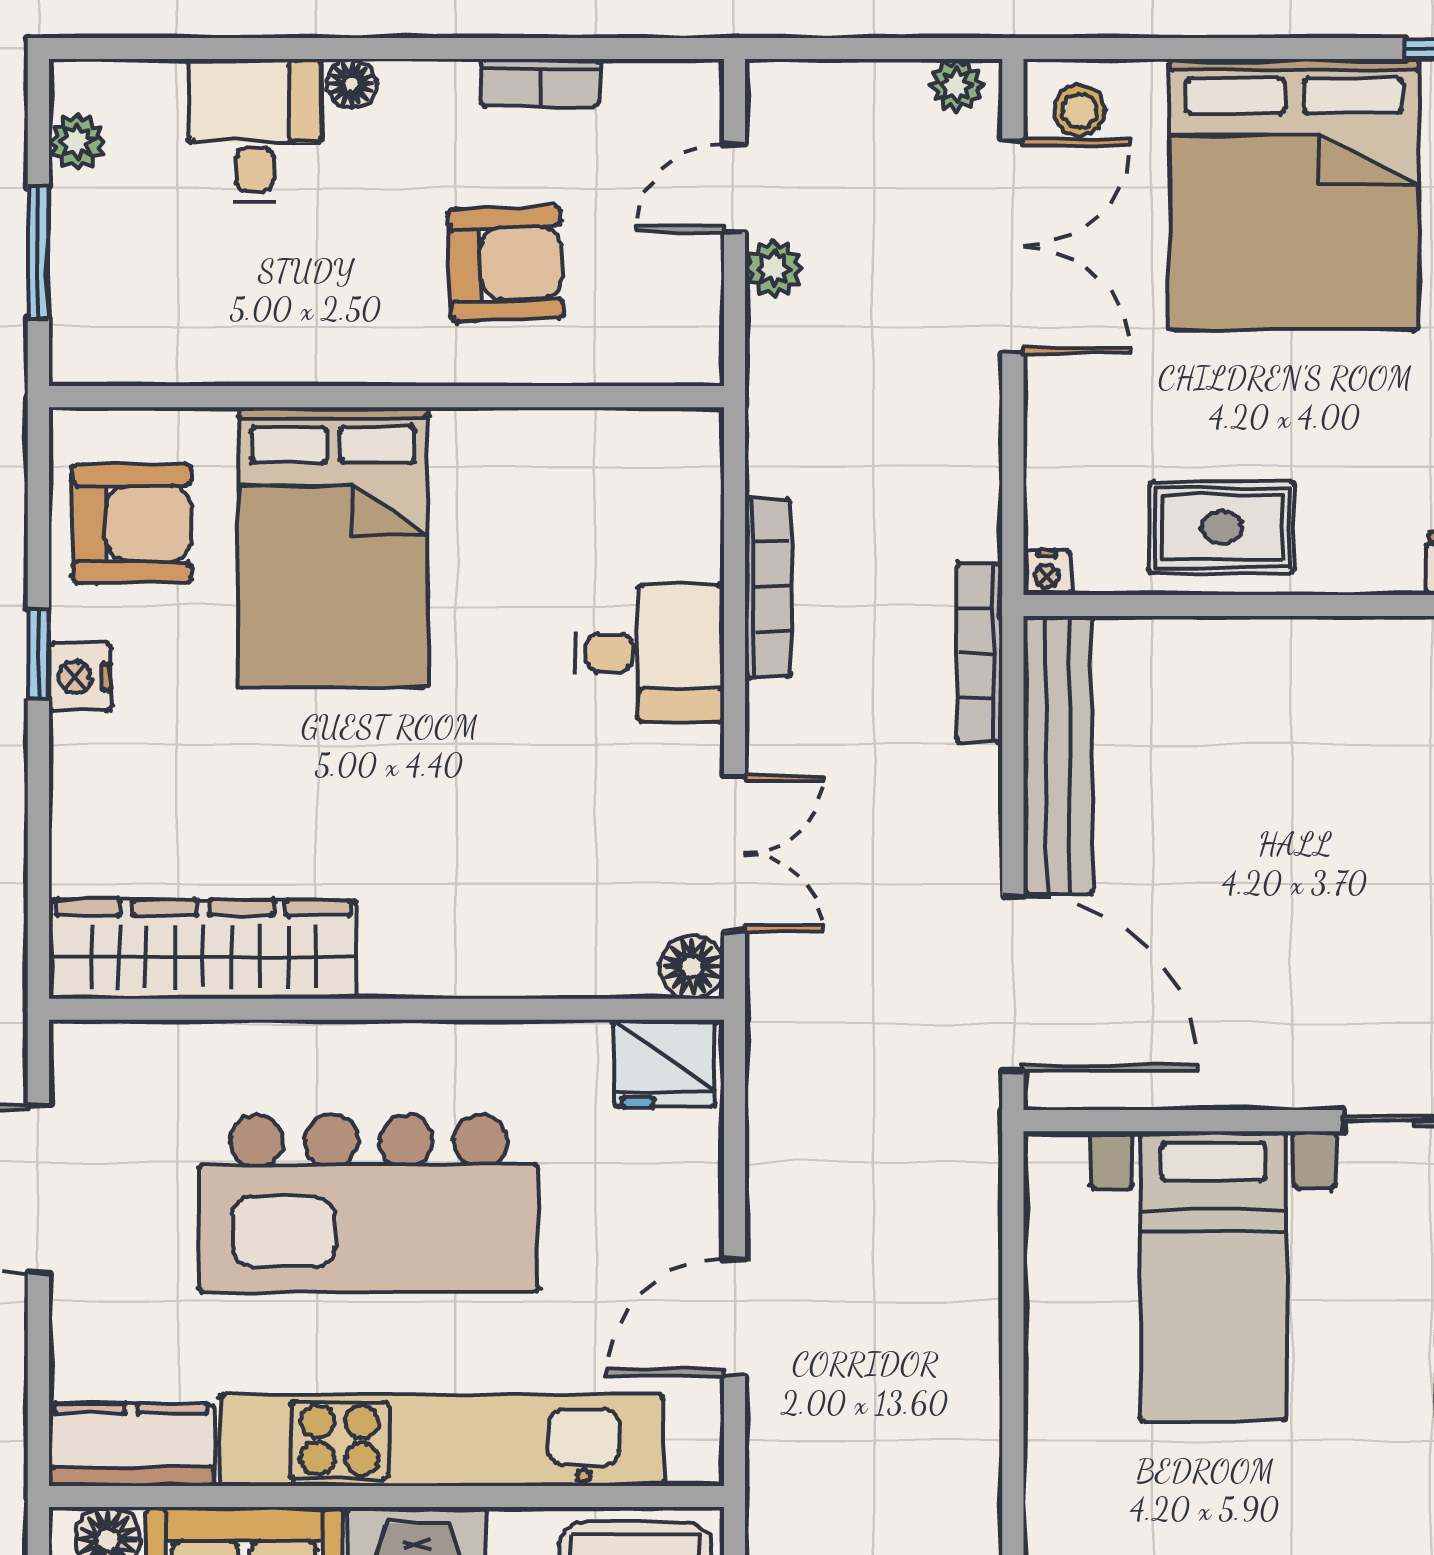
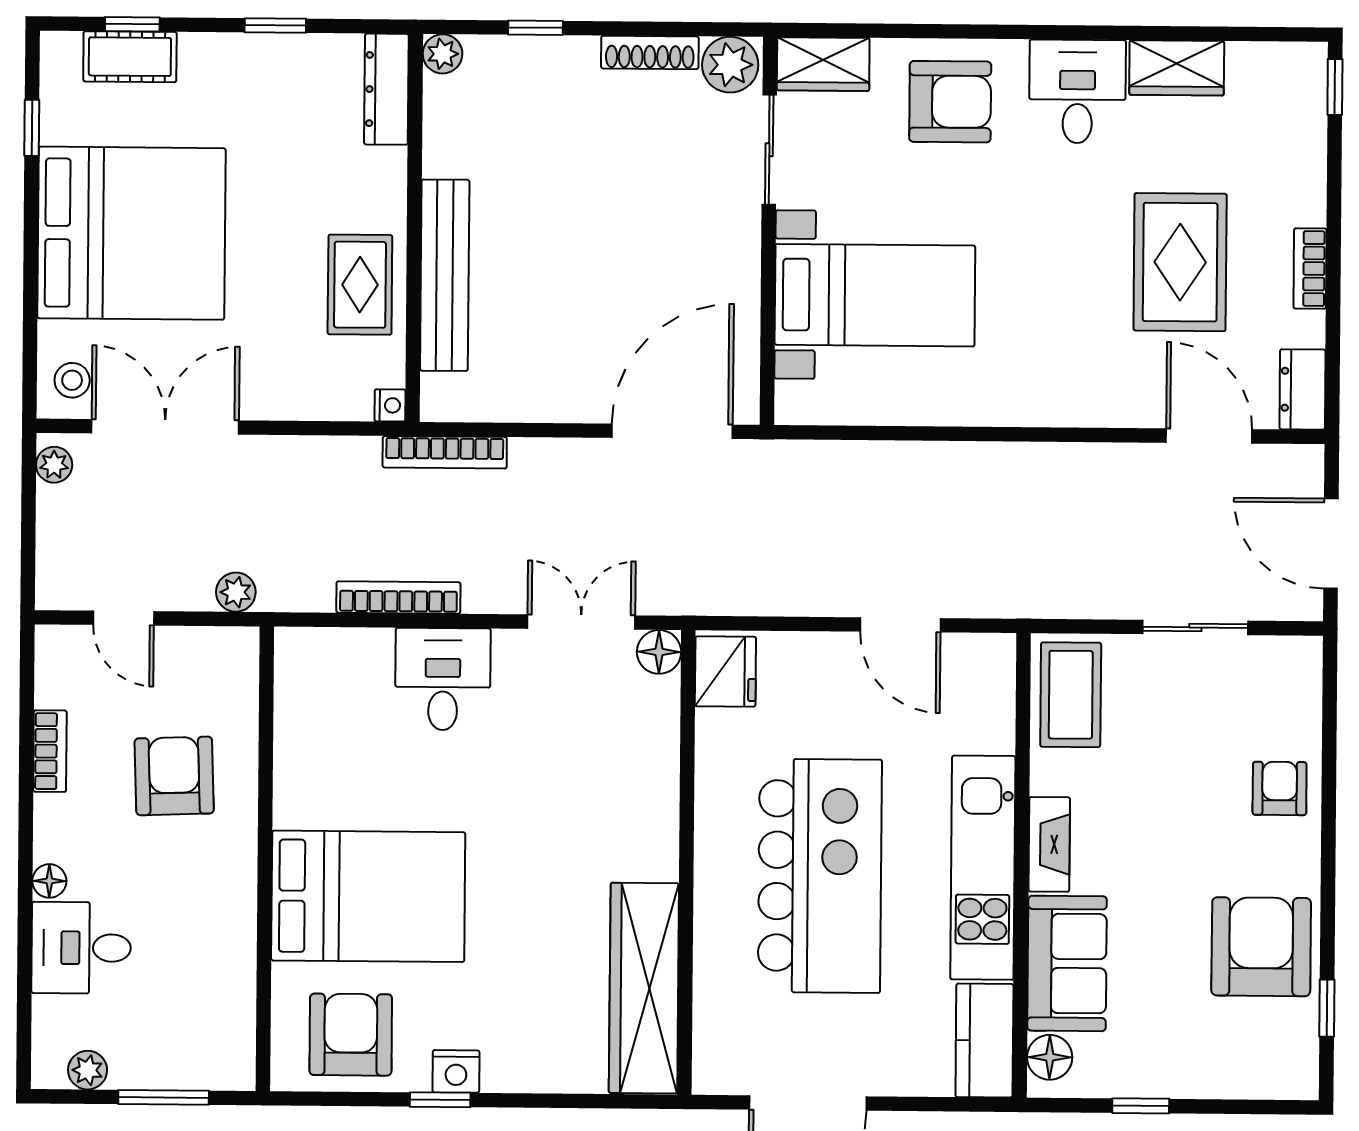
plant: (774, 269) -> (236, 592), moved
bench: (1058, 755) -> (445, 275), moved, turned 90
kitchen unit: (442, 1440) -> (983, 868), width x0.73

